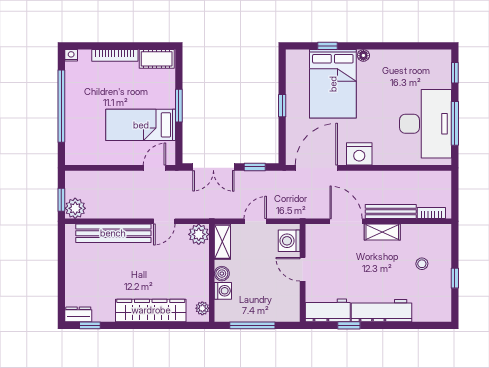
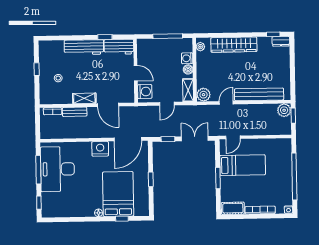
bench: (391, 211) -> (75, 112), width x0.73

